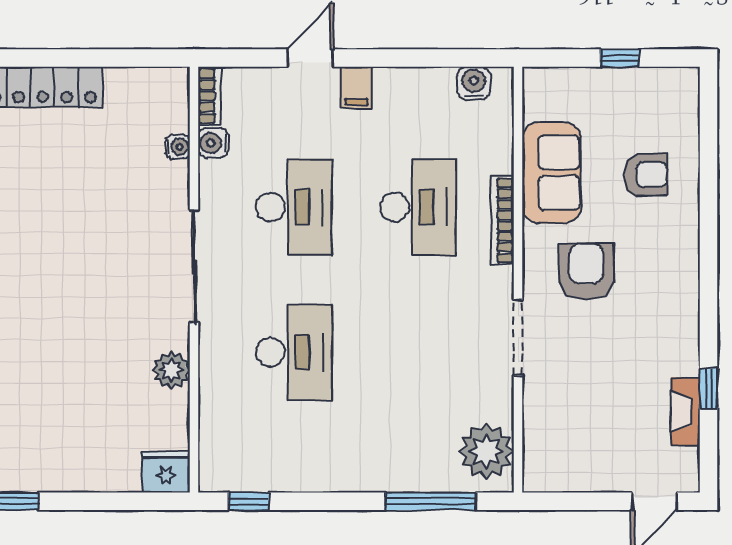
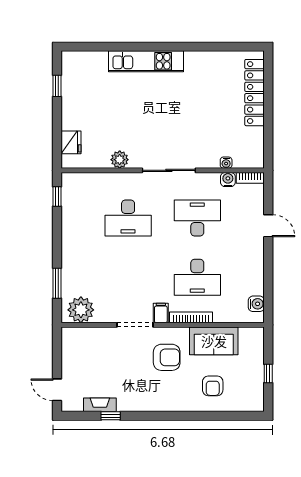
filing cabinet: (357, 87) -> (161, 313), moved, turned 90
desk: (294, 207) -> (197, 218), turned 180
fridge: (166, 472) -> (71, 142), moved
window: (431, 501) -> (57, 283), width x0.69

